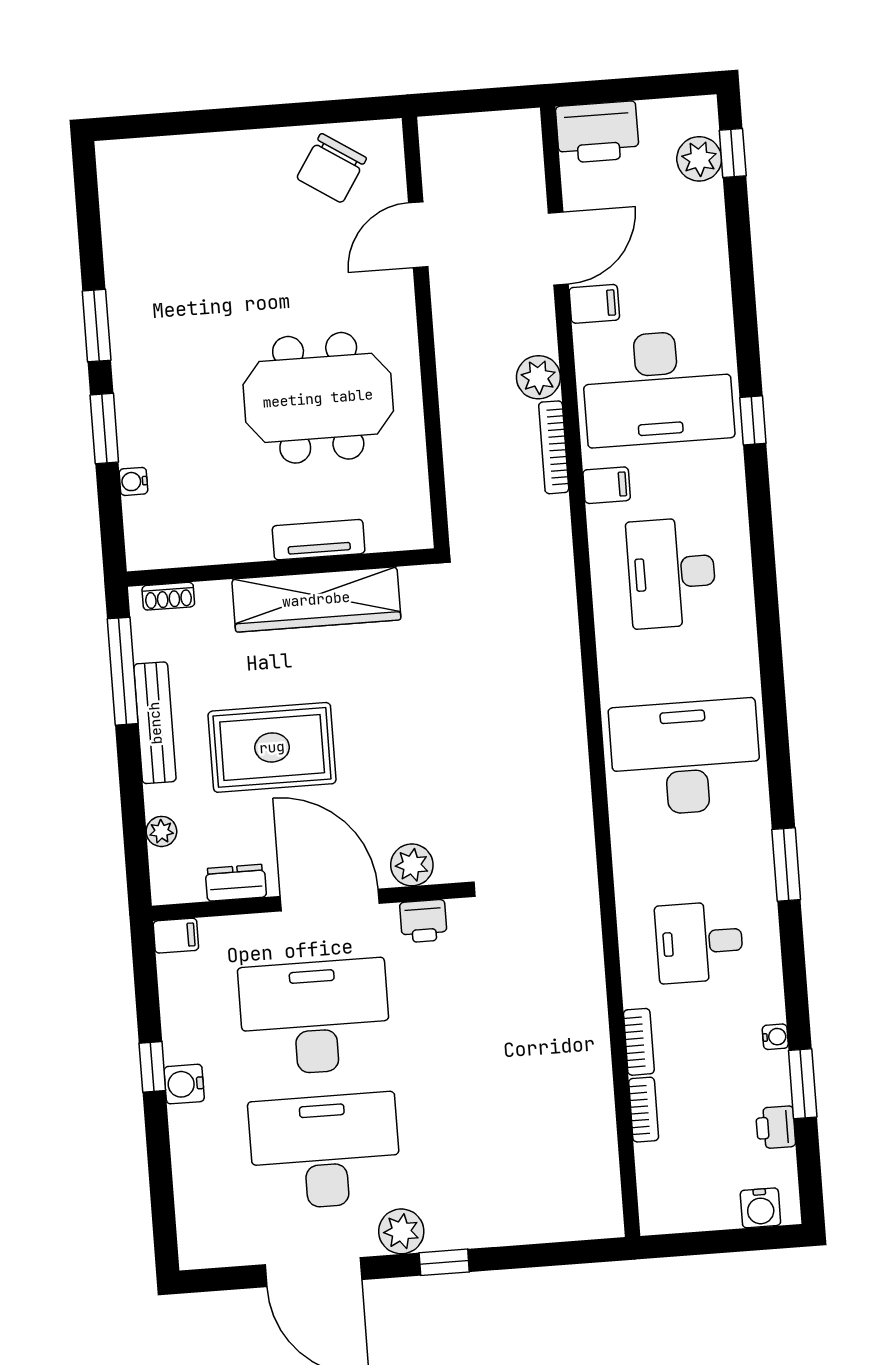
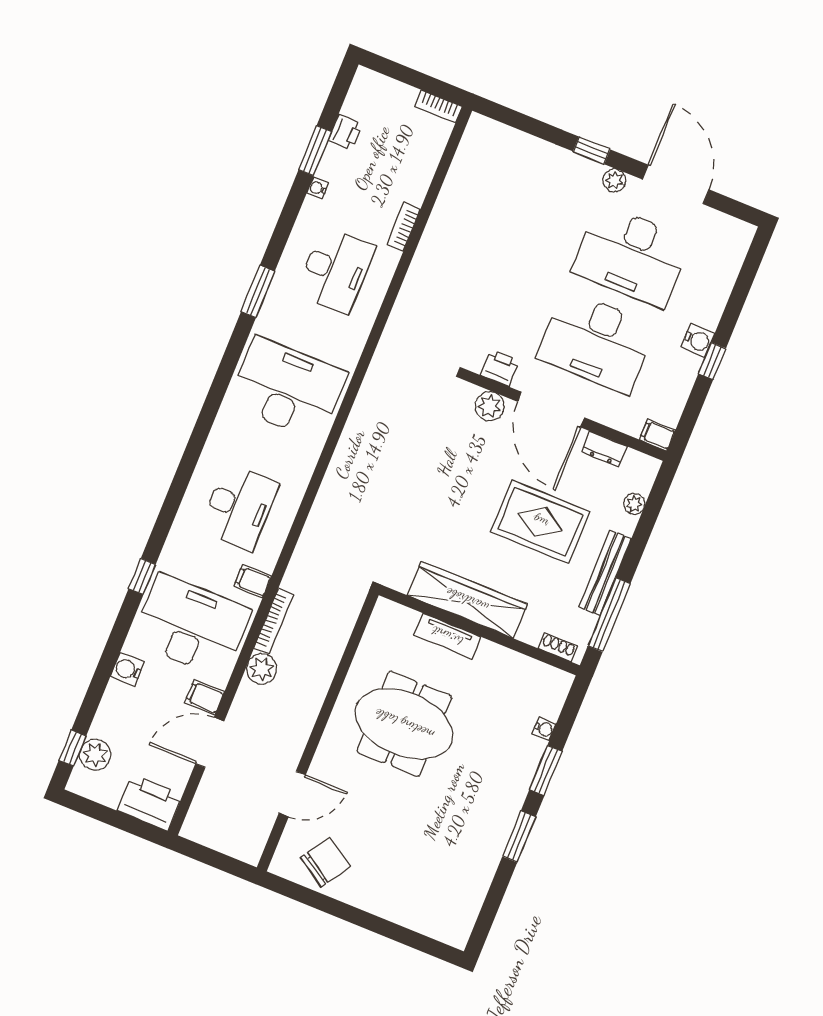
desk: (685, 757) -> (287, 389), turned 180
desk: (699, 942) -> (336, 270), width x1.37
bookcase: (644, 1110) -> (439, 106), moved, turned -90
water cooler: (760, 1208) -> (127, 669), moved, turned -90
plant: (401, 1231) -> (614, 180), width x0.73, depth x0.73

